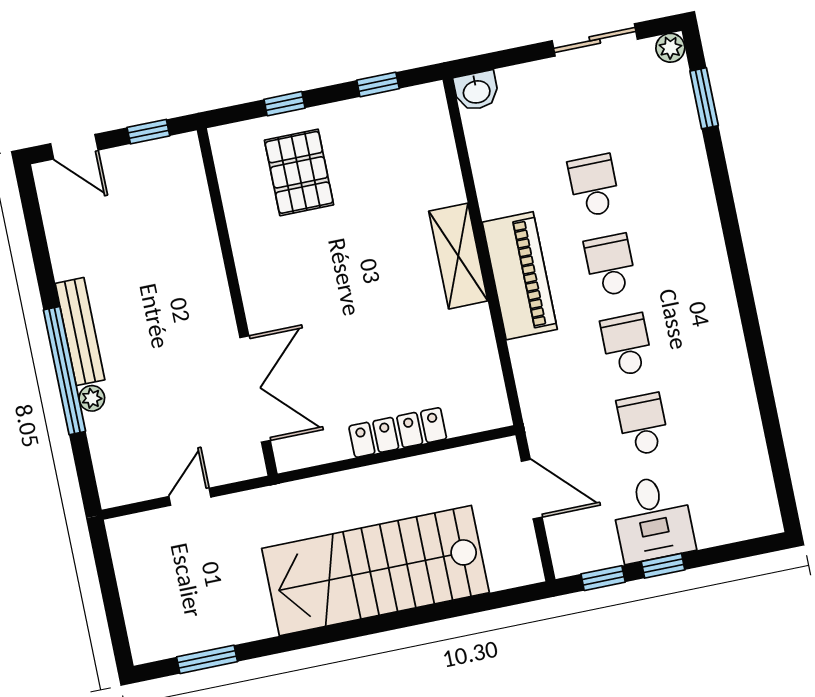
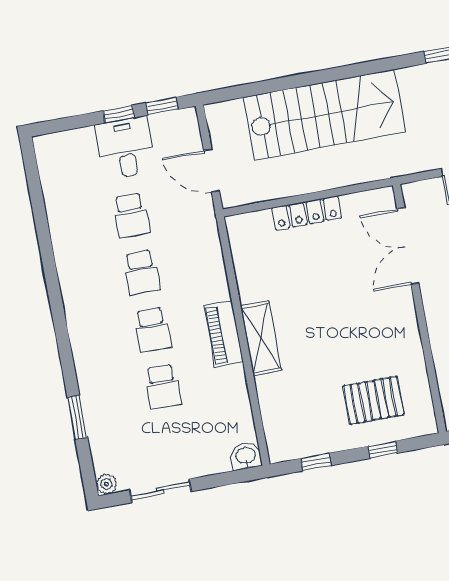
window: (704, 98) -> (77, 417), moved
pallet: (299, 172) -> (374, 400), turned 90
piano: (520, 276) -> (224, 334), width x0.73, depth x0.75

